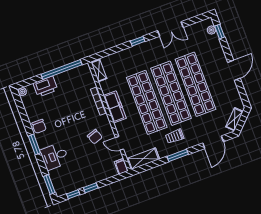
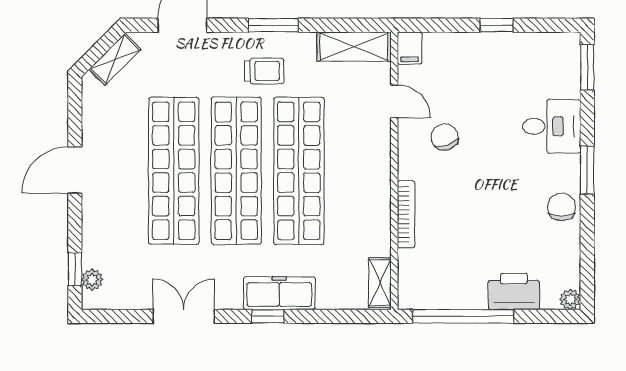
freezer: (115, 107) -> (279, 293), moved, turned 90
window: (73, 194) -> (541, 25), removed

